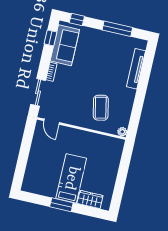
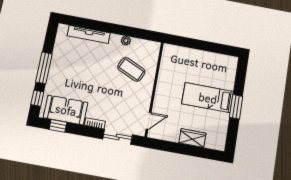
window: (117, 29) -> (44, 68), moved
coffee table: (101, 108) -> (131, 69), turned 37
plant: (122, 132) -> (126, 41), moved
wardrobe: (90, 199) -> (192, 138), moved, turned 90

